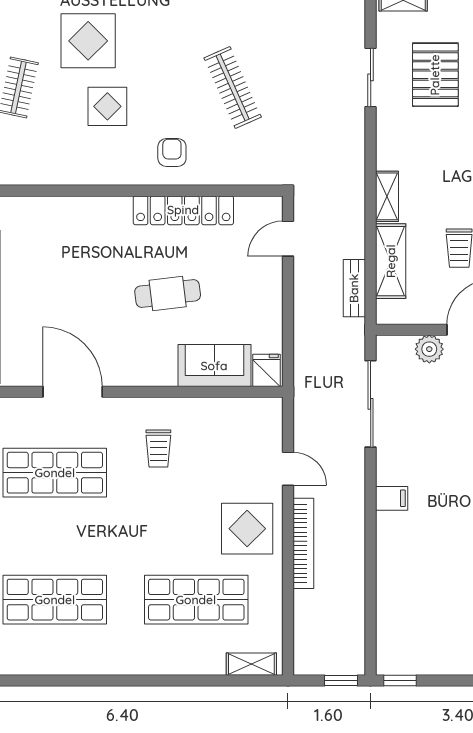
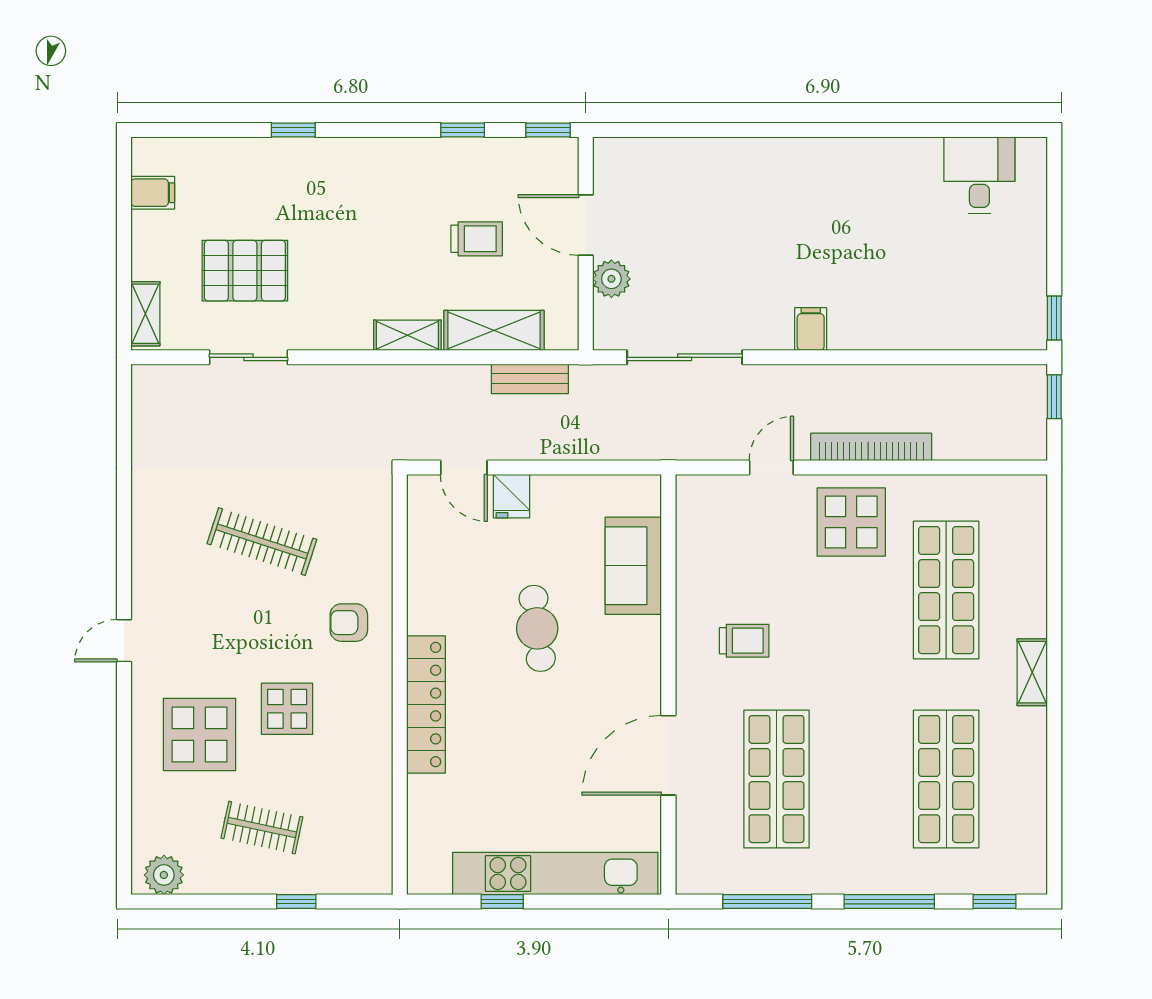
clothes rail: (233, 87) -> (262, 542), turned 42
locker: (183, 210) -> (426, 705), moved
fridge: (267, 370) -> (512, 496), moved, turned -90
shelving: (251, 664) -> (1032, 672), moved

